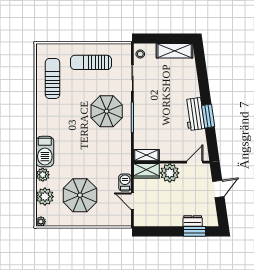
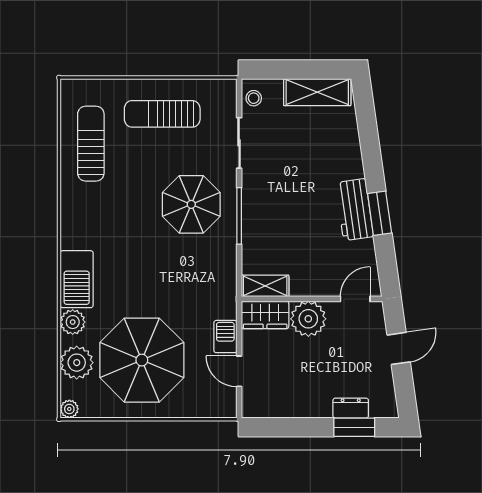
parasol: (80, 195) -> (142, 360), width x1.36, depth x1.36

